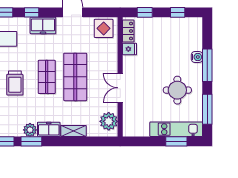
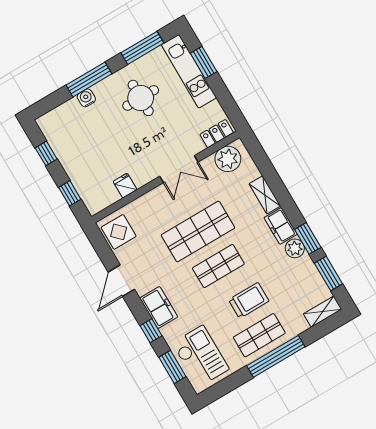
locker: (128, 31) -> (217, 134), moved

